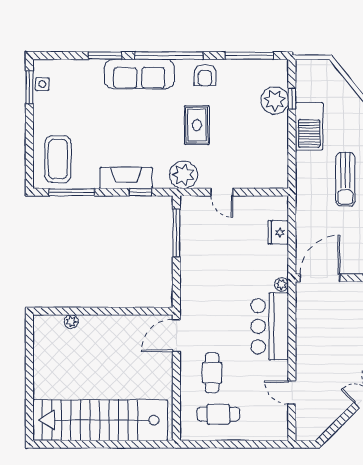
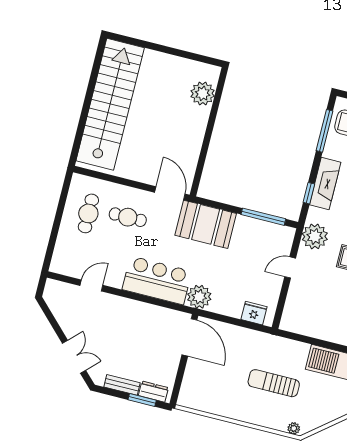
fridge: (278, 232) -> (254, 313), moved
plant: (282, 284) -> (199, 297), width x1.88, depth x1.88
booth: (199, 291) -> (206, 224), added
plant: (71, 322) -> (203, 93), width x1.88, depth x1.88

